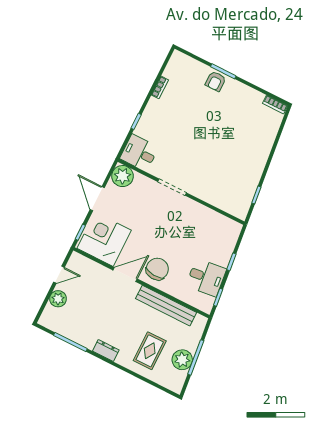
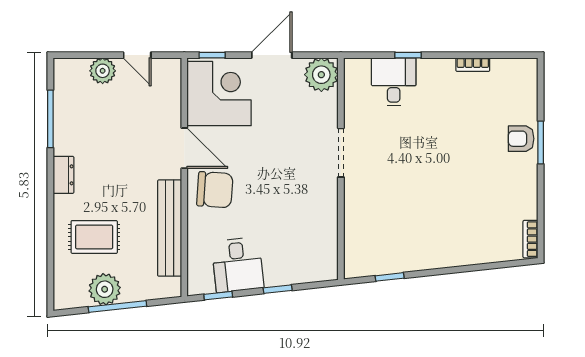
desk: (139, 153) -> (394, 82), moved

